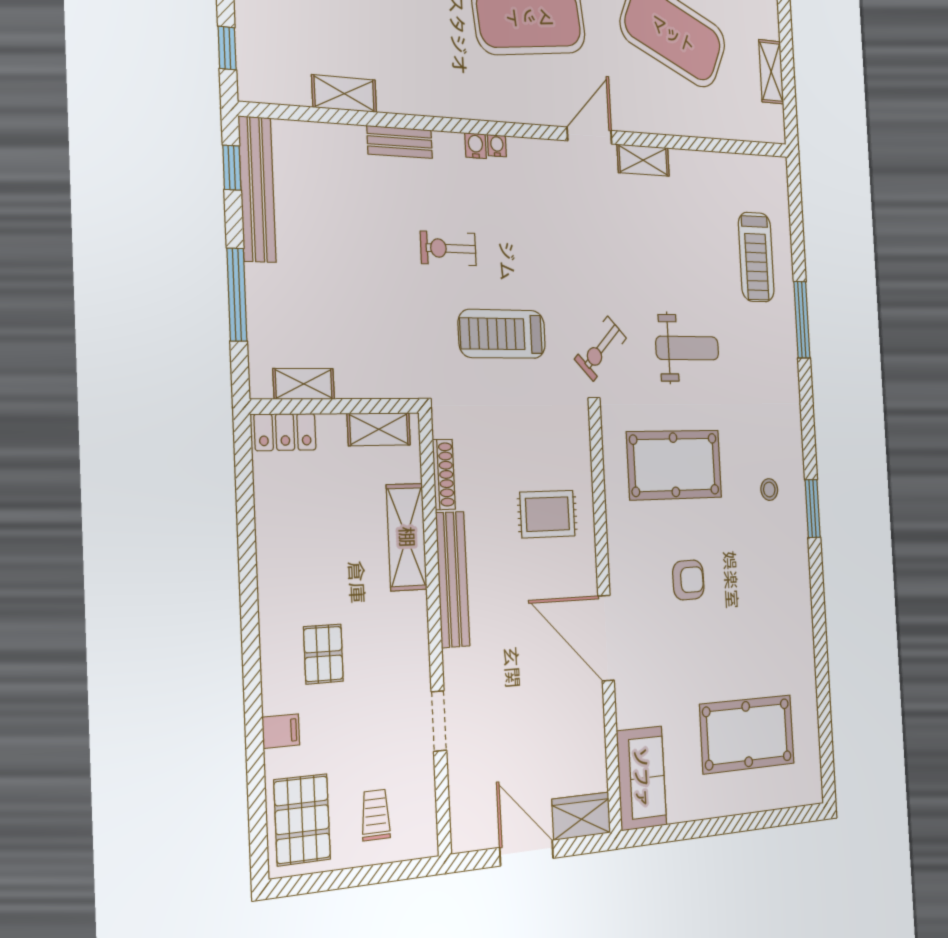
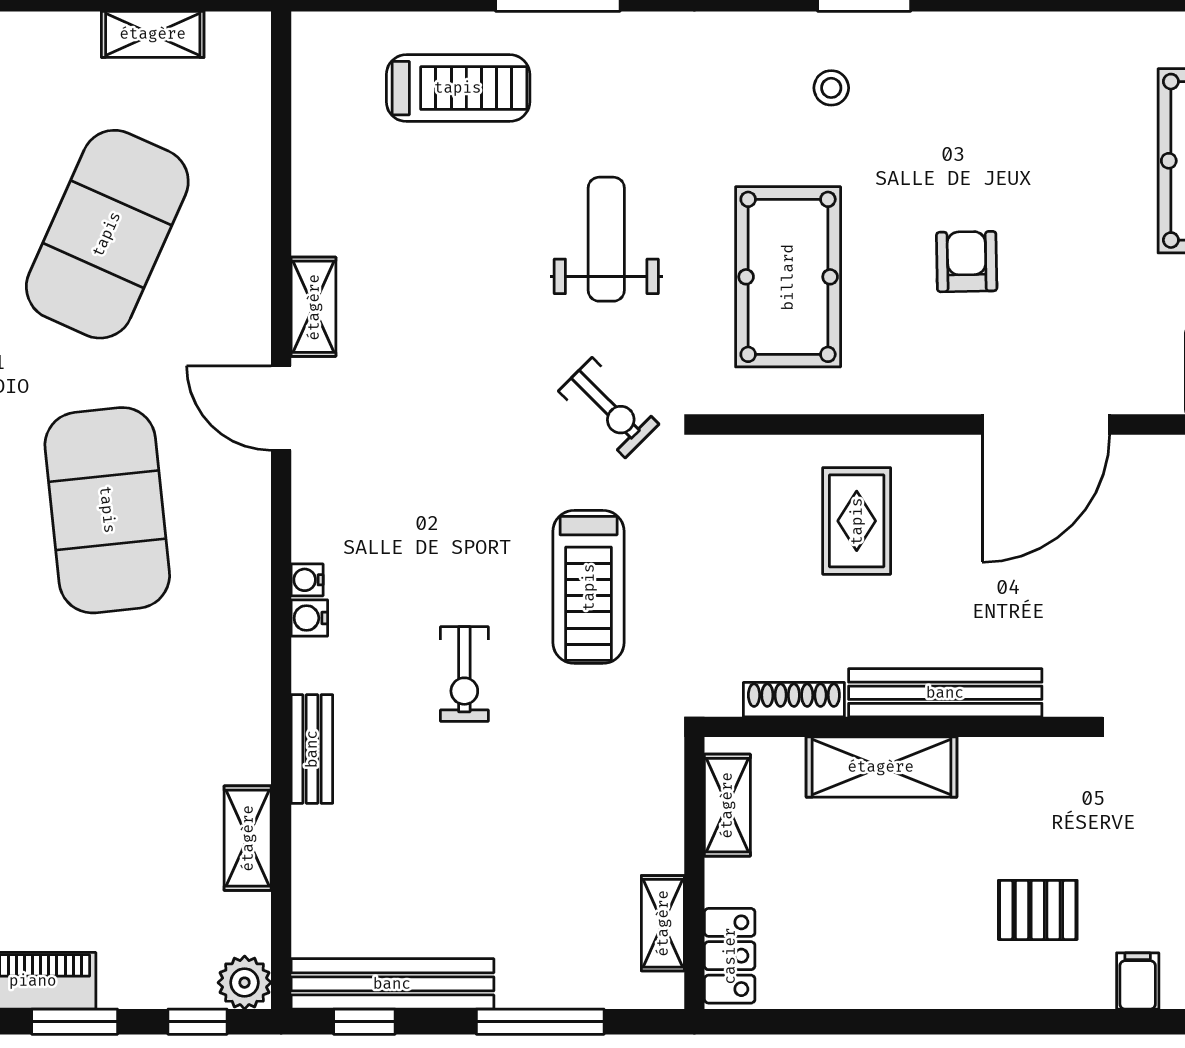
plant: (254, 84) -> (245, 983), added

